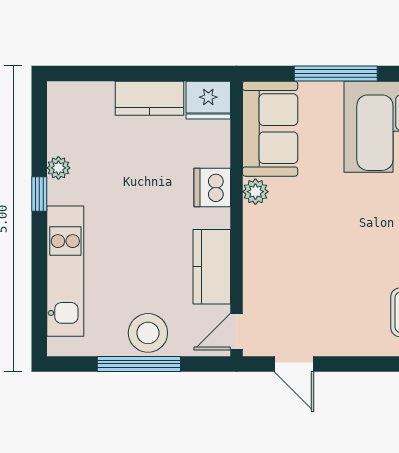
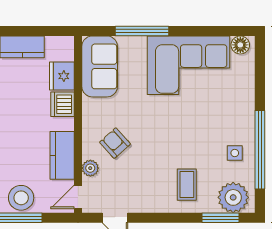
fridge: (208, 100) -> (62, 76), moved, turned 90
plant: (255, 192) -> (90, 168), moved
armchair: (294, 248) -> (115, 143), added

